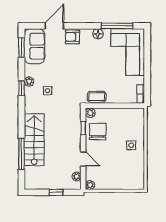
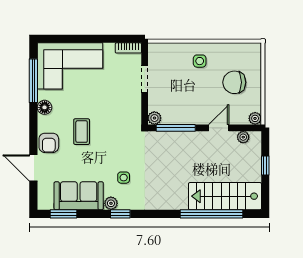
sofa: (34, 46) -> (79, 196), moved
coffee table: (97, 97) -> (82, 132), moved
doorway: (118, 106) -> (145, 79), added
window: (83, 128) -> (176, 128), width x2.17
chair: (98, 132) -> (234, 82), moved
stairs: (34, 140) -> (225, 196), moved
window: (21, 154) -> (212, 214), width x1.46

